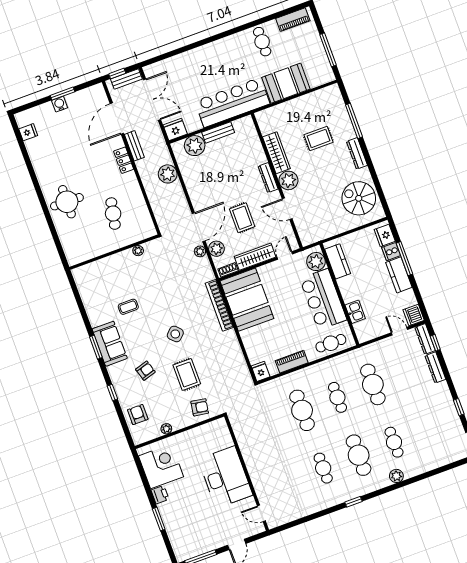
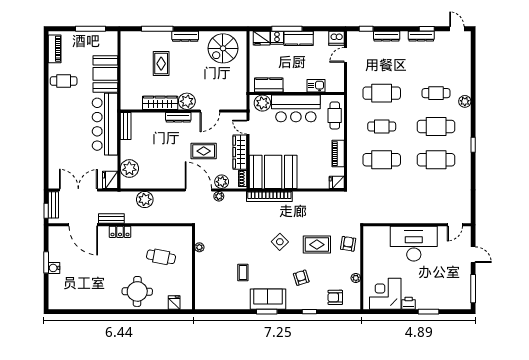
fridge: (28, 132) -> (174, 303), moved
bench: (218, 132) -> (126, 126), moved
dresser: (425, 339) -> (421, 36), moved
cafe table: (323, 468) -> (436, 160), width x1.37, depth x1.35

